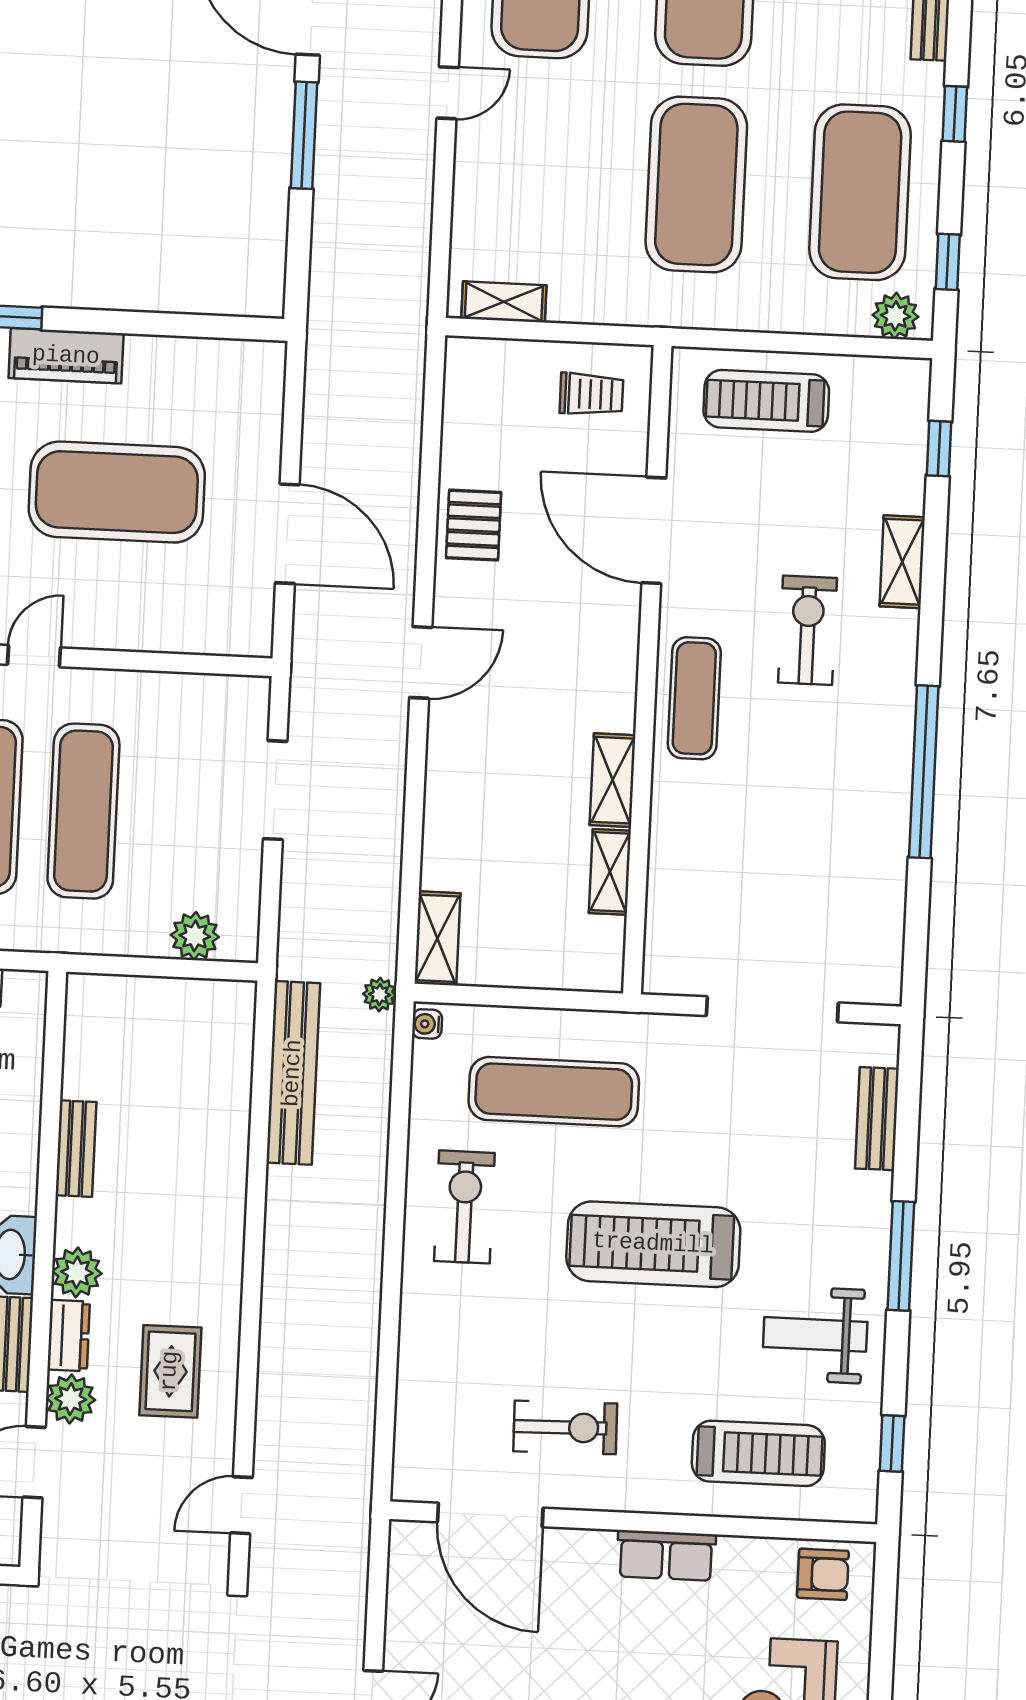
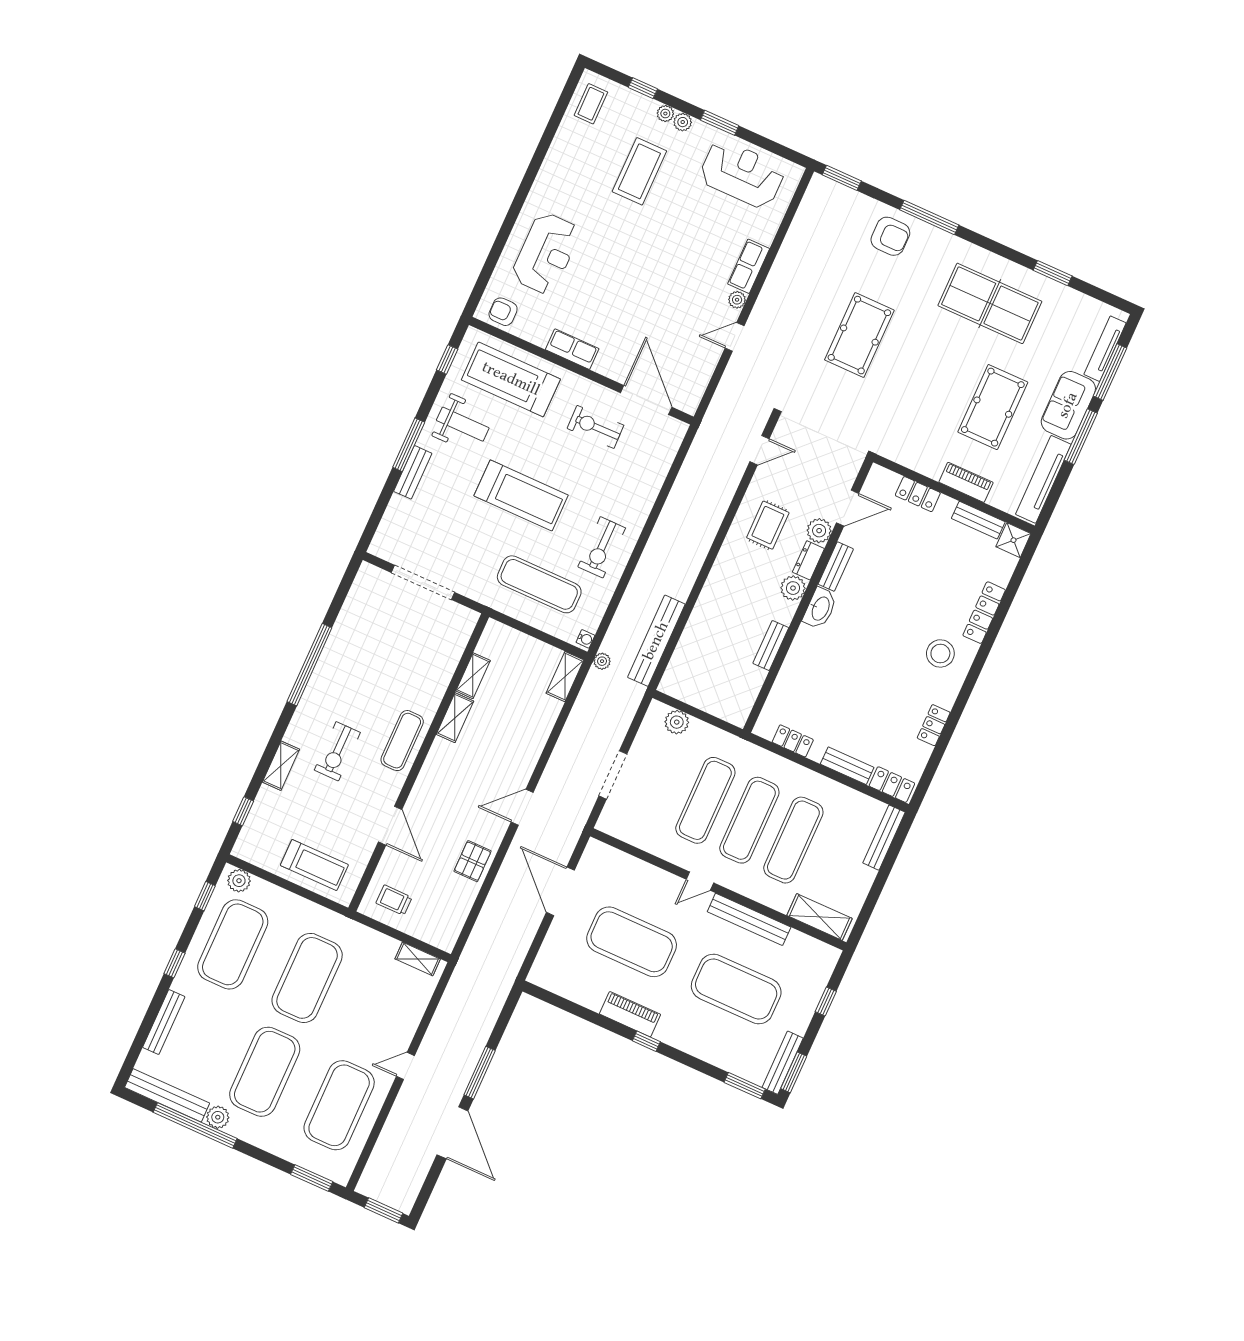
door: (654, 530) -> (390, 826), width x0.73
bench: (877, 1119) -> (413, 472), moved
treadmill: (758, 1453) -> (511, 379), width x1.37, depth x1.38

